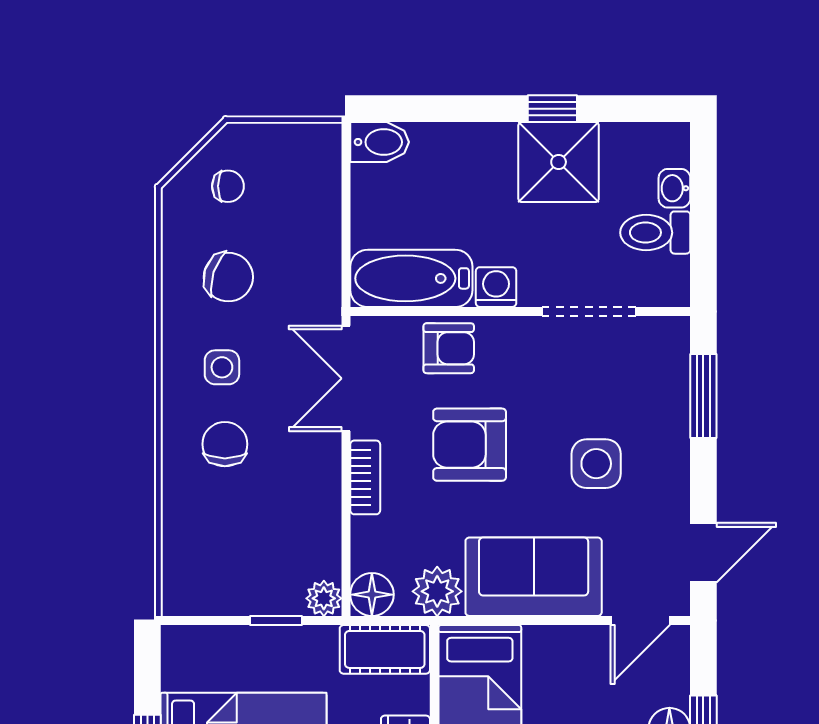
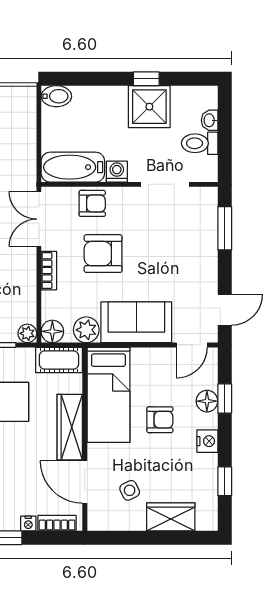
side table: (596, 464) -> (169, 263), removed

